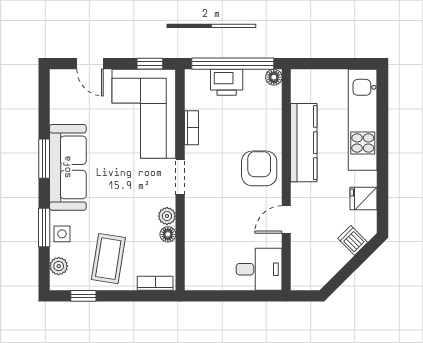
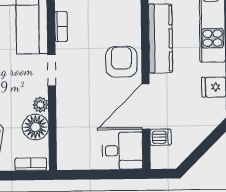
door: (286, 220) -> (146, 107), width x1.88
floor lamp: (168, 234) -> (35, 127), width x1.89, depth x1.89
dishwasher: (353, 240) -> (161, 137), moved, turned 135

